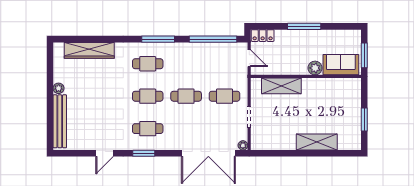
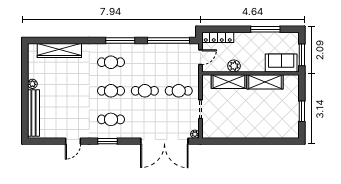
window: (304, 26) -> (265, 29), moved
locker: (263, 36) -> (218, 37), width x1.53
door: (249, 58) -> (200, 57), hinge flipped
plant: (315, 68) -> (234, 66), moved
shelving: (317, 142) -> (265, 82), moved

